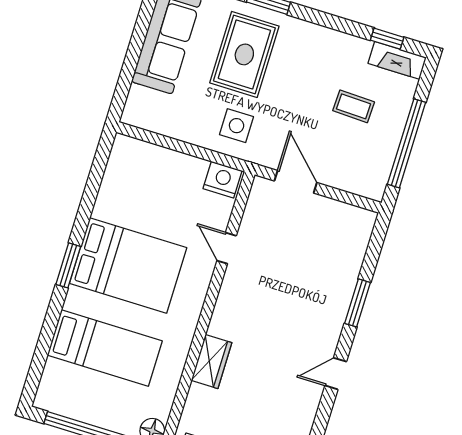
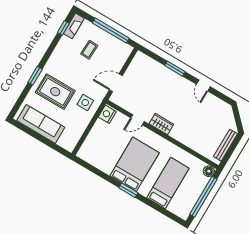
wardrobe: (212, 362) -> (161, 124), moved

